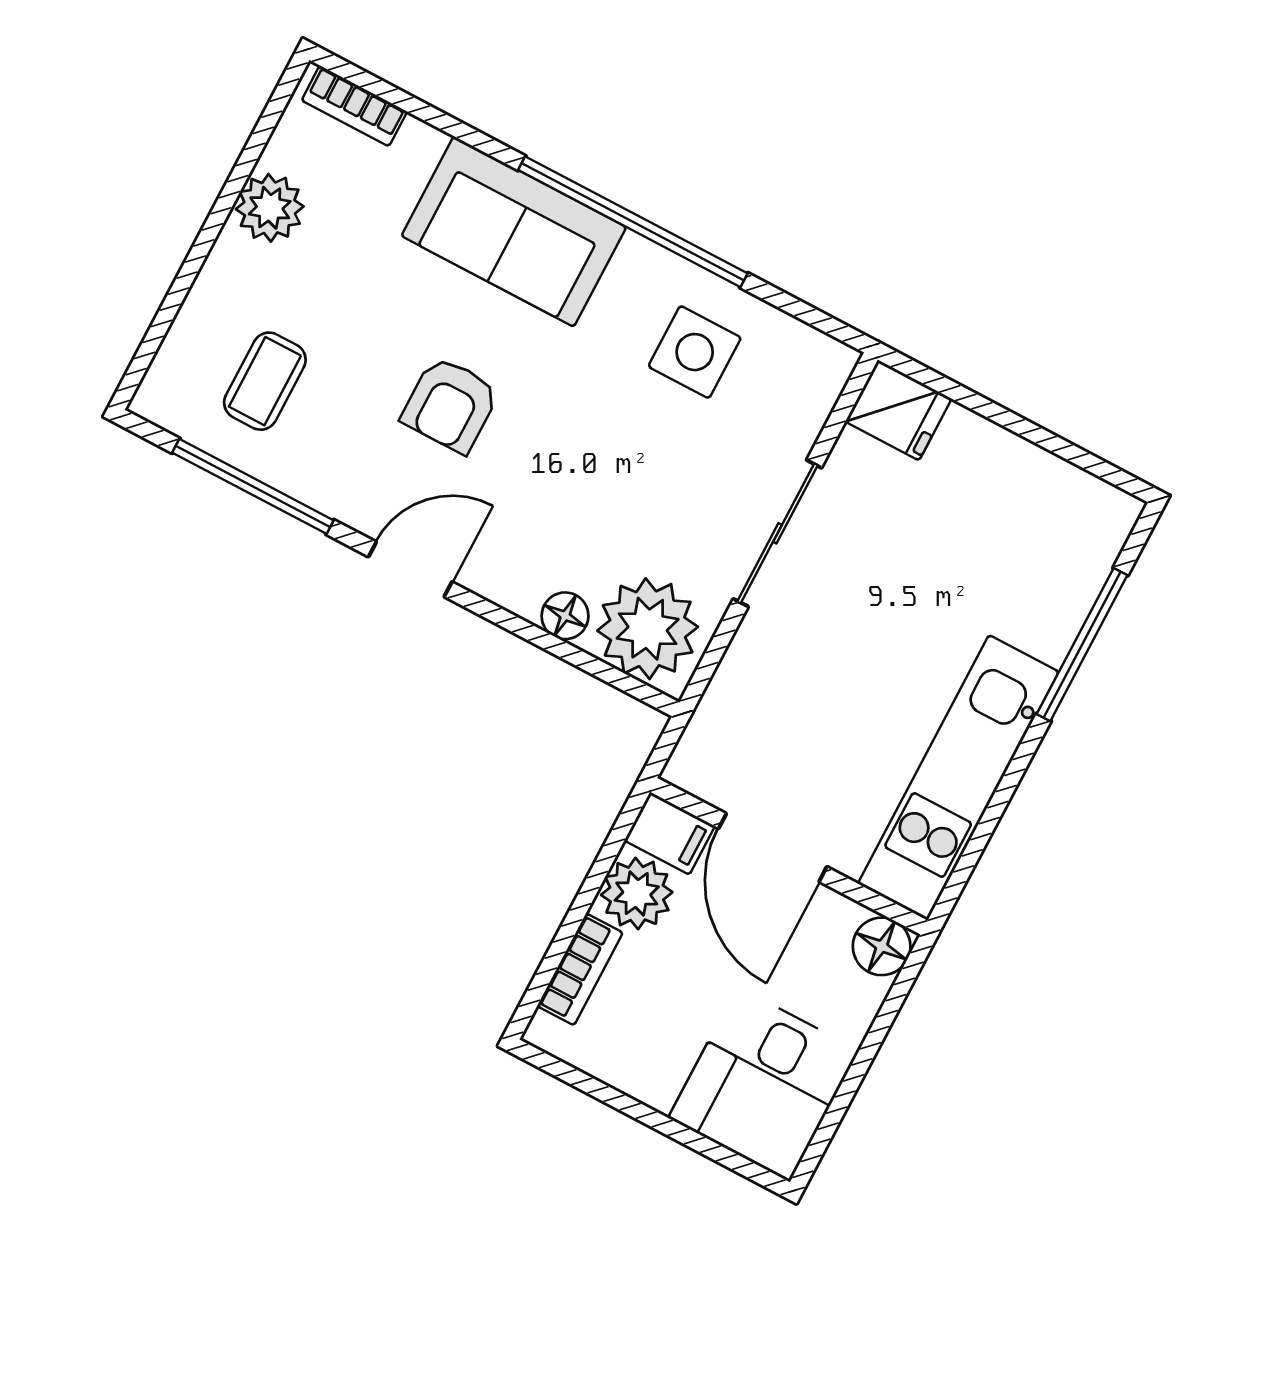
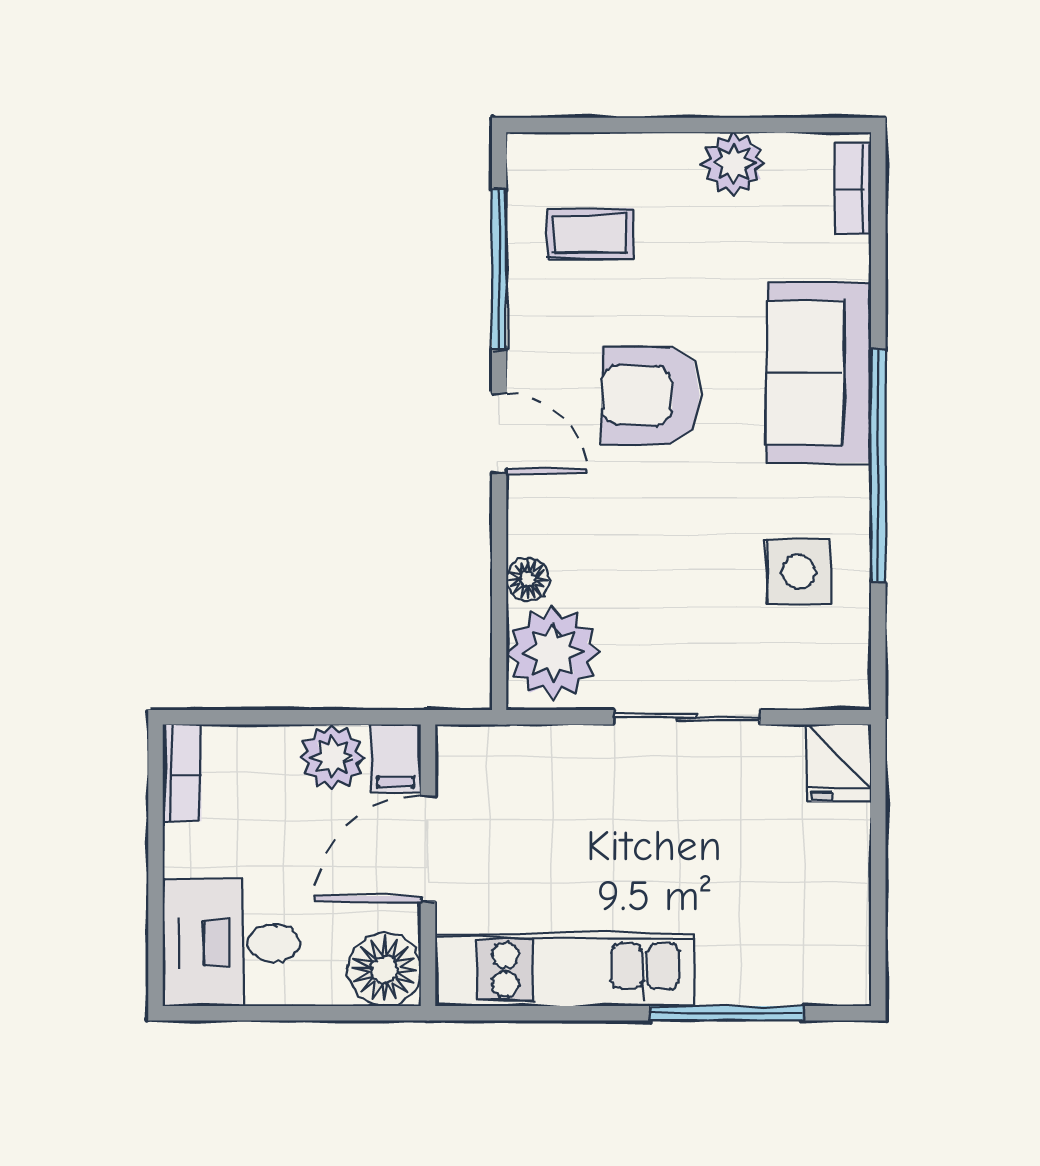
armchair: (450, 405) -> (651, 395), width x1.38, depth x1.38
floor lamp: (882, 946) -> (384, 970), width x1.38, depth x1.38
bookcase: (580, 969) -> (182, 773), moved, turned -90

